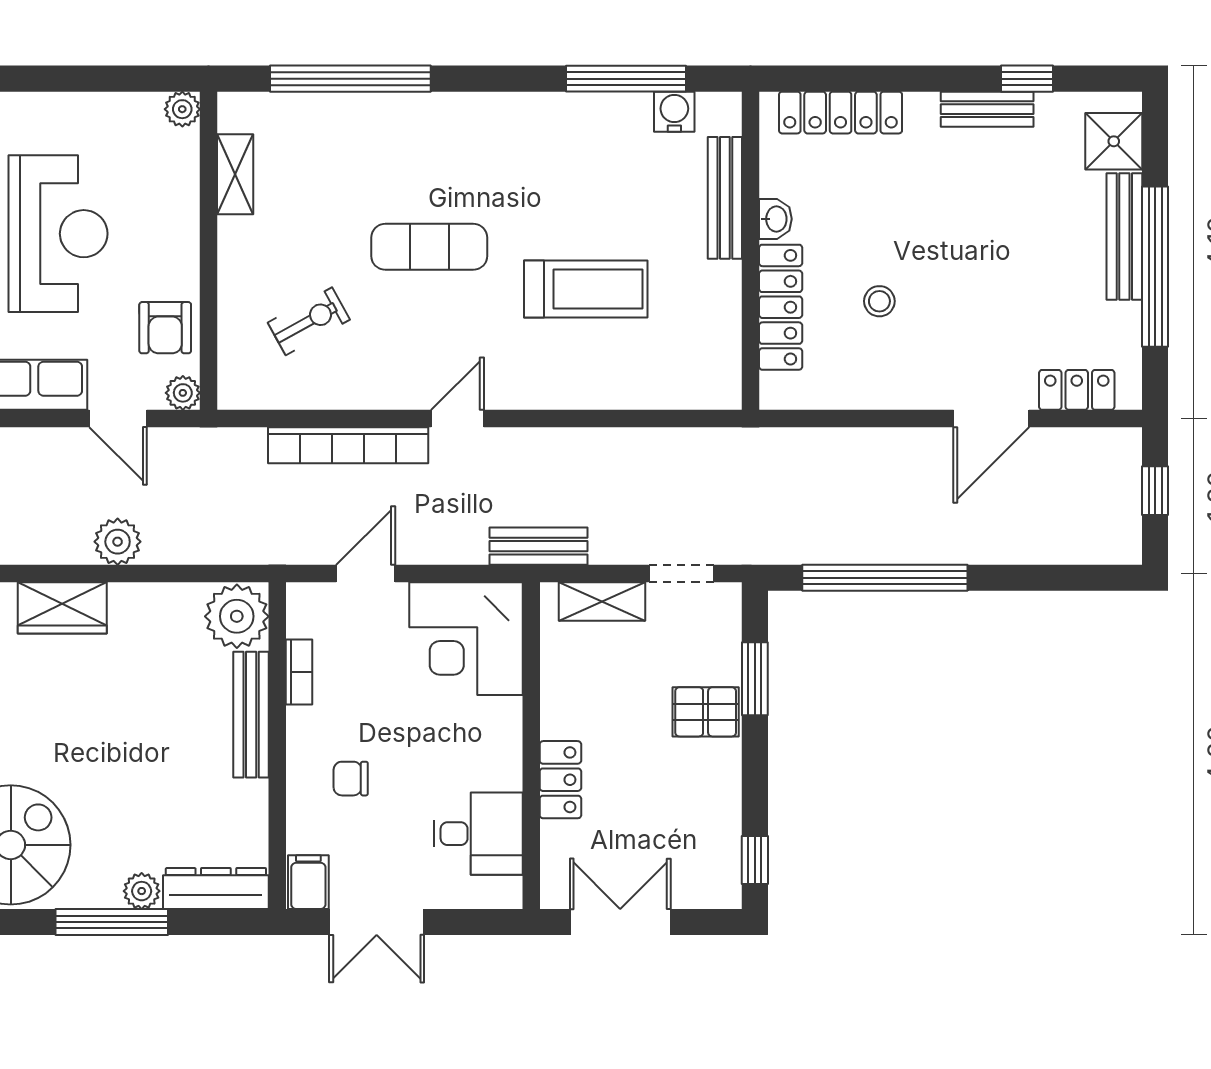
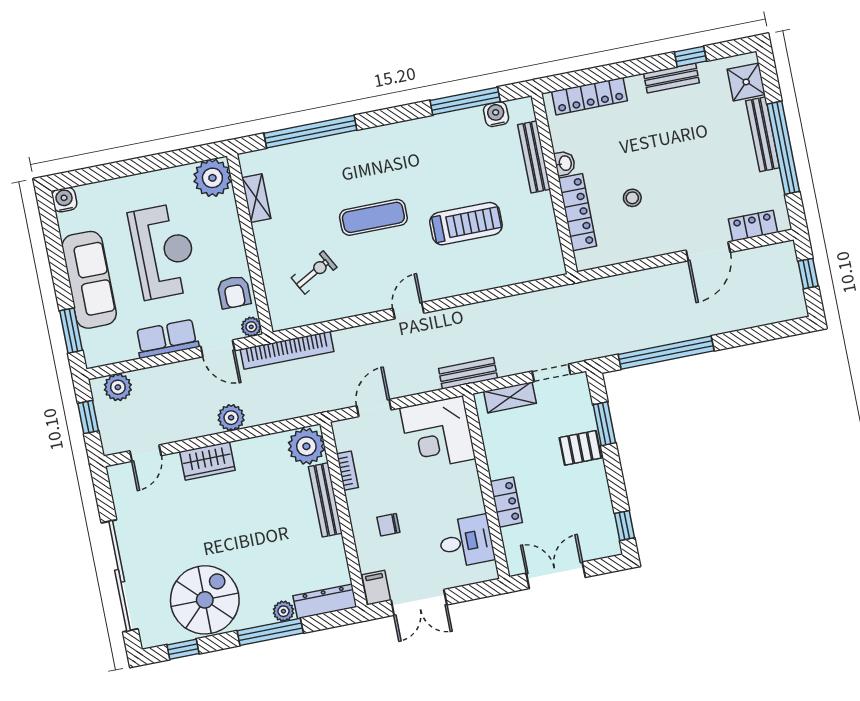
plant: (182, 109) -> (212, 178), width x1.87, depth x1.87
bookcase: (348, 445) -> (287, 350), moved

